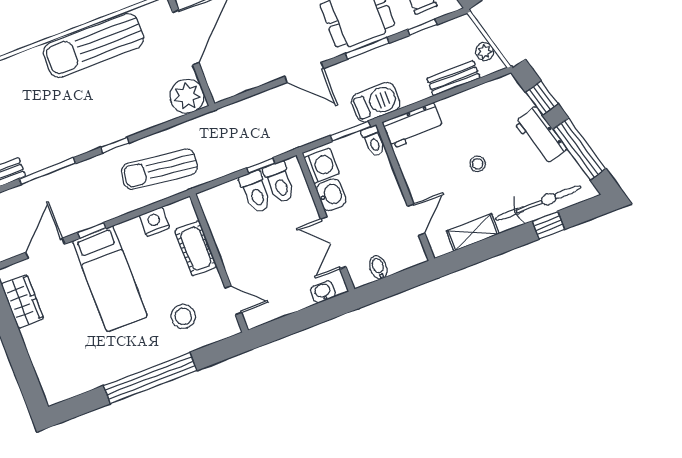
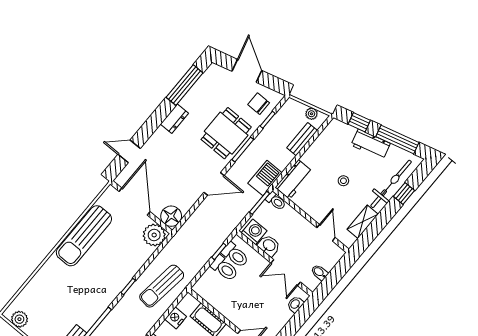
floor lamp: (223, 84) -> (171, 216), added

